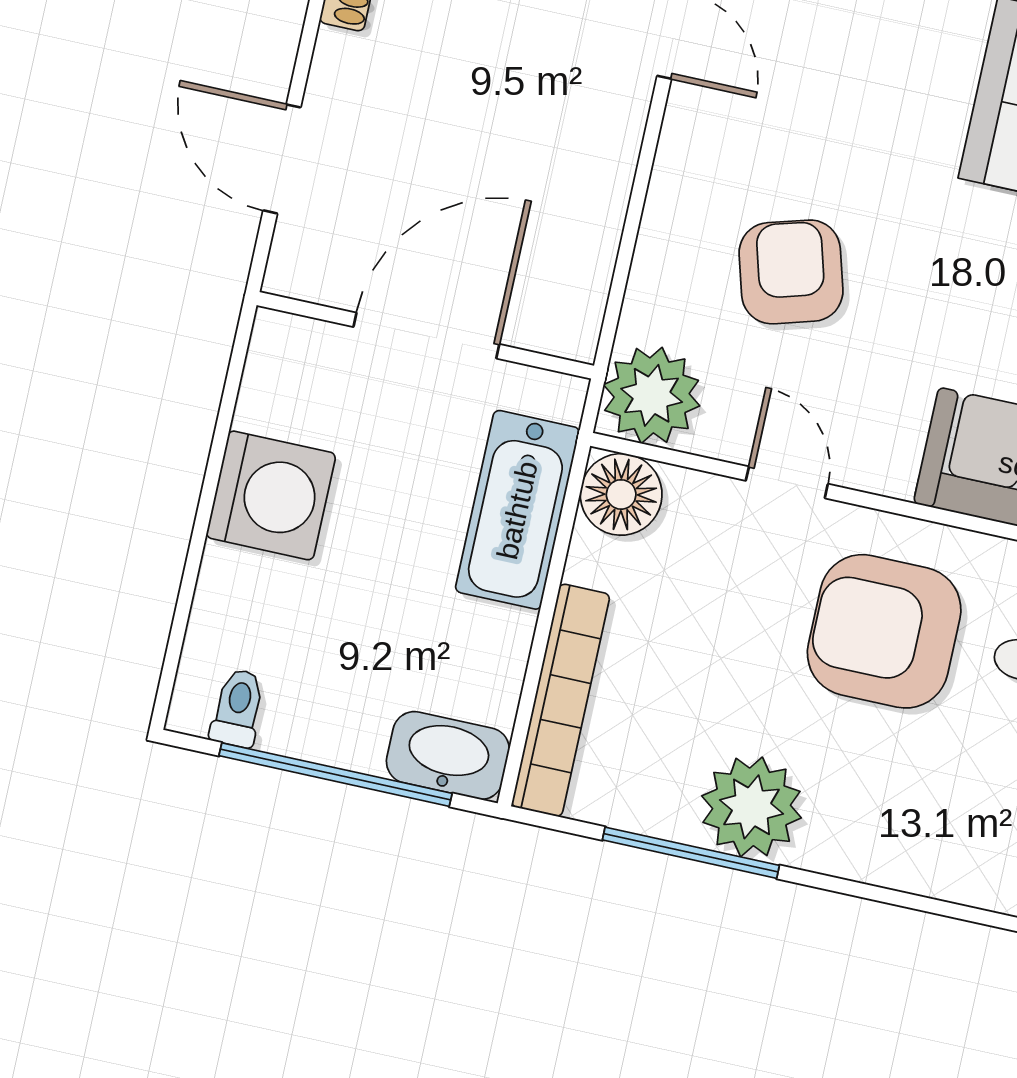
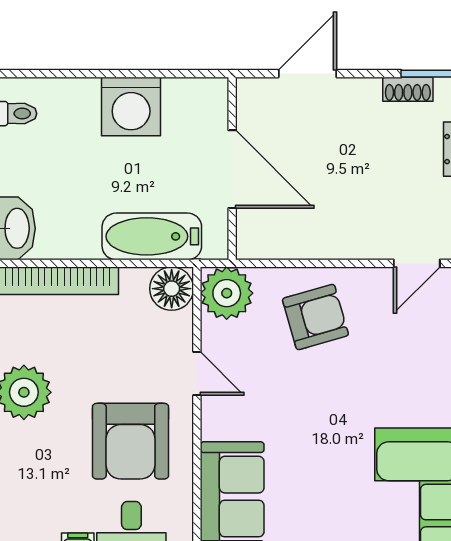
armchair: (791, 272) -> (315, 317), moved
door: (787, 482) -> (197, 373), hinge flipped
armchair: (884, 631) -> (130, 441), turned 180

